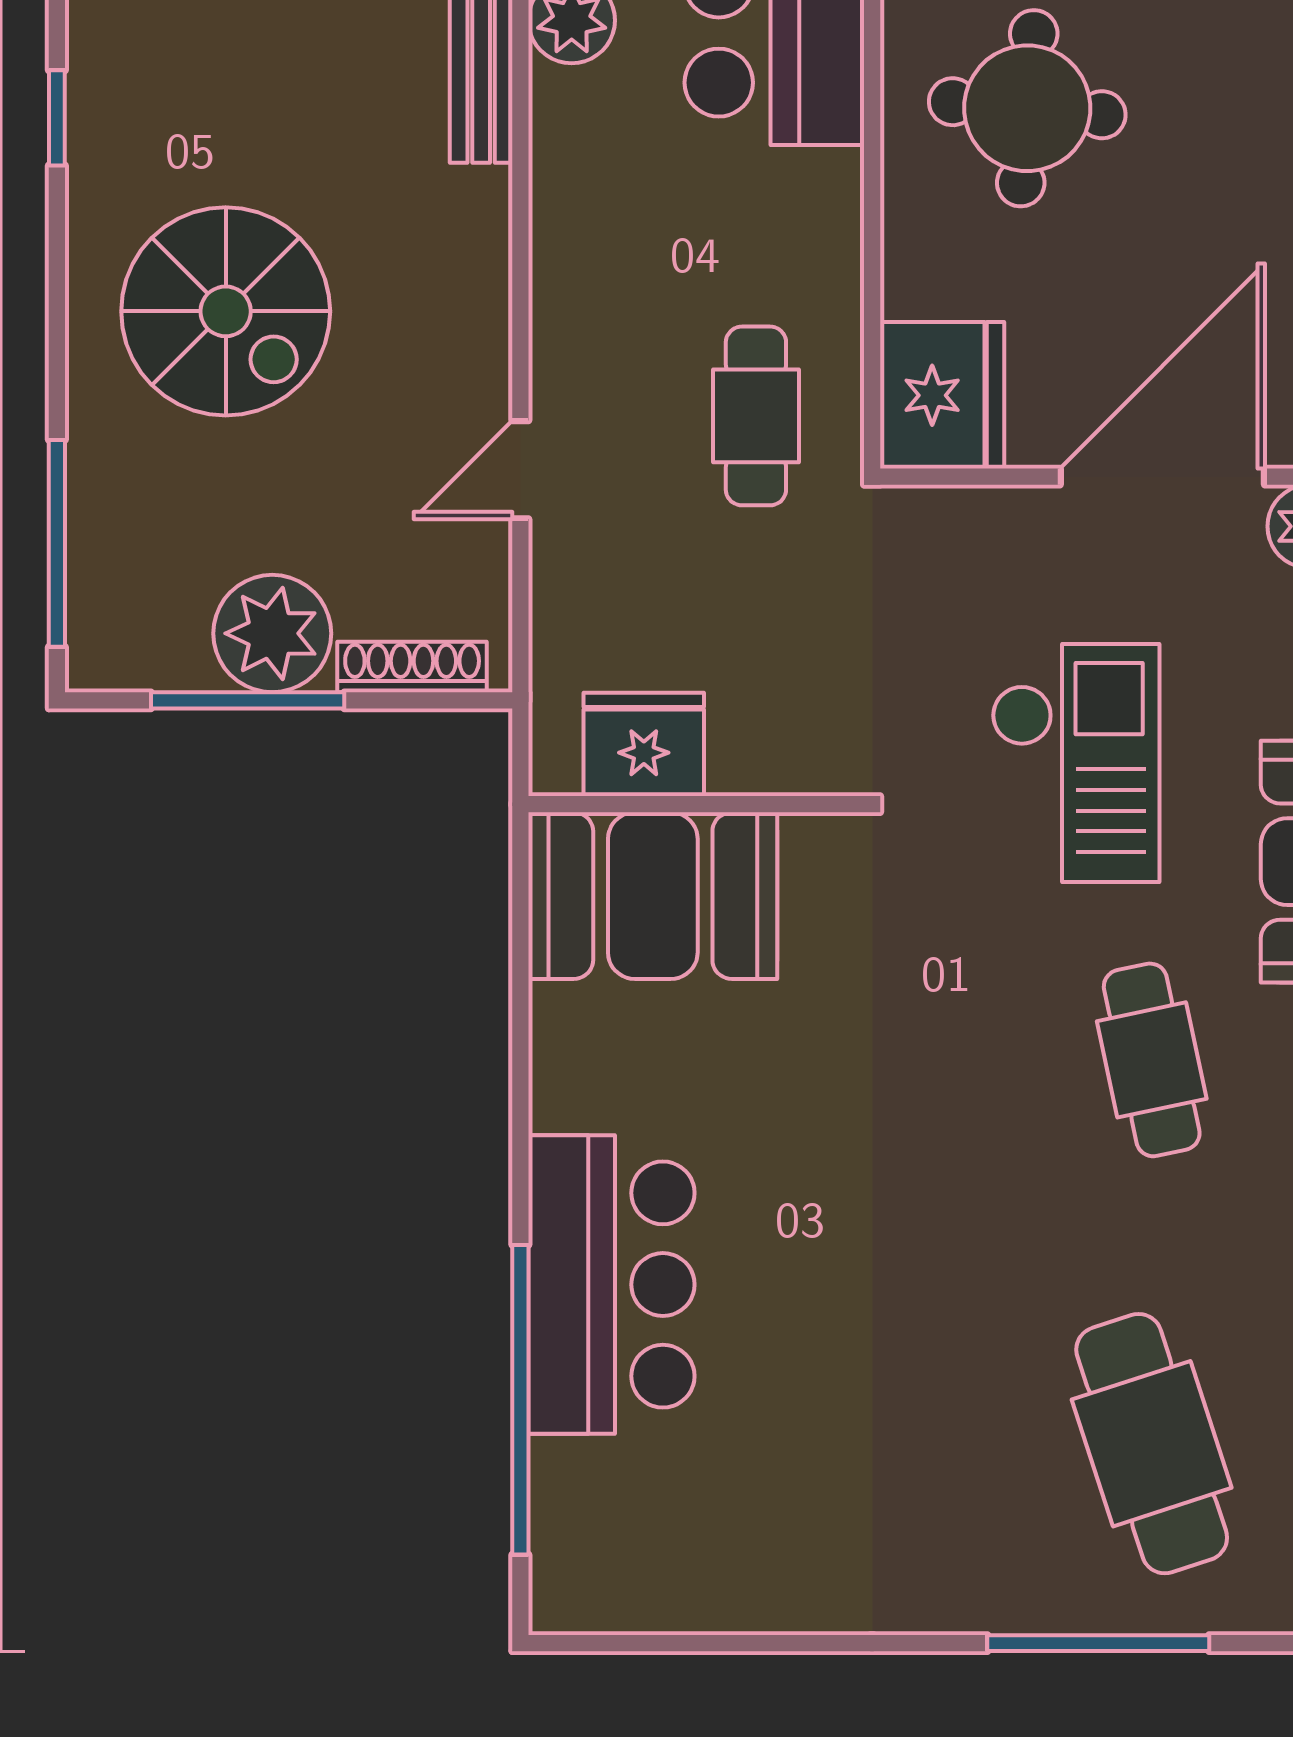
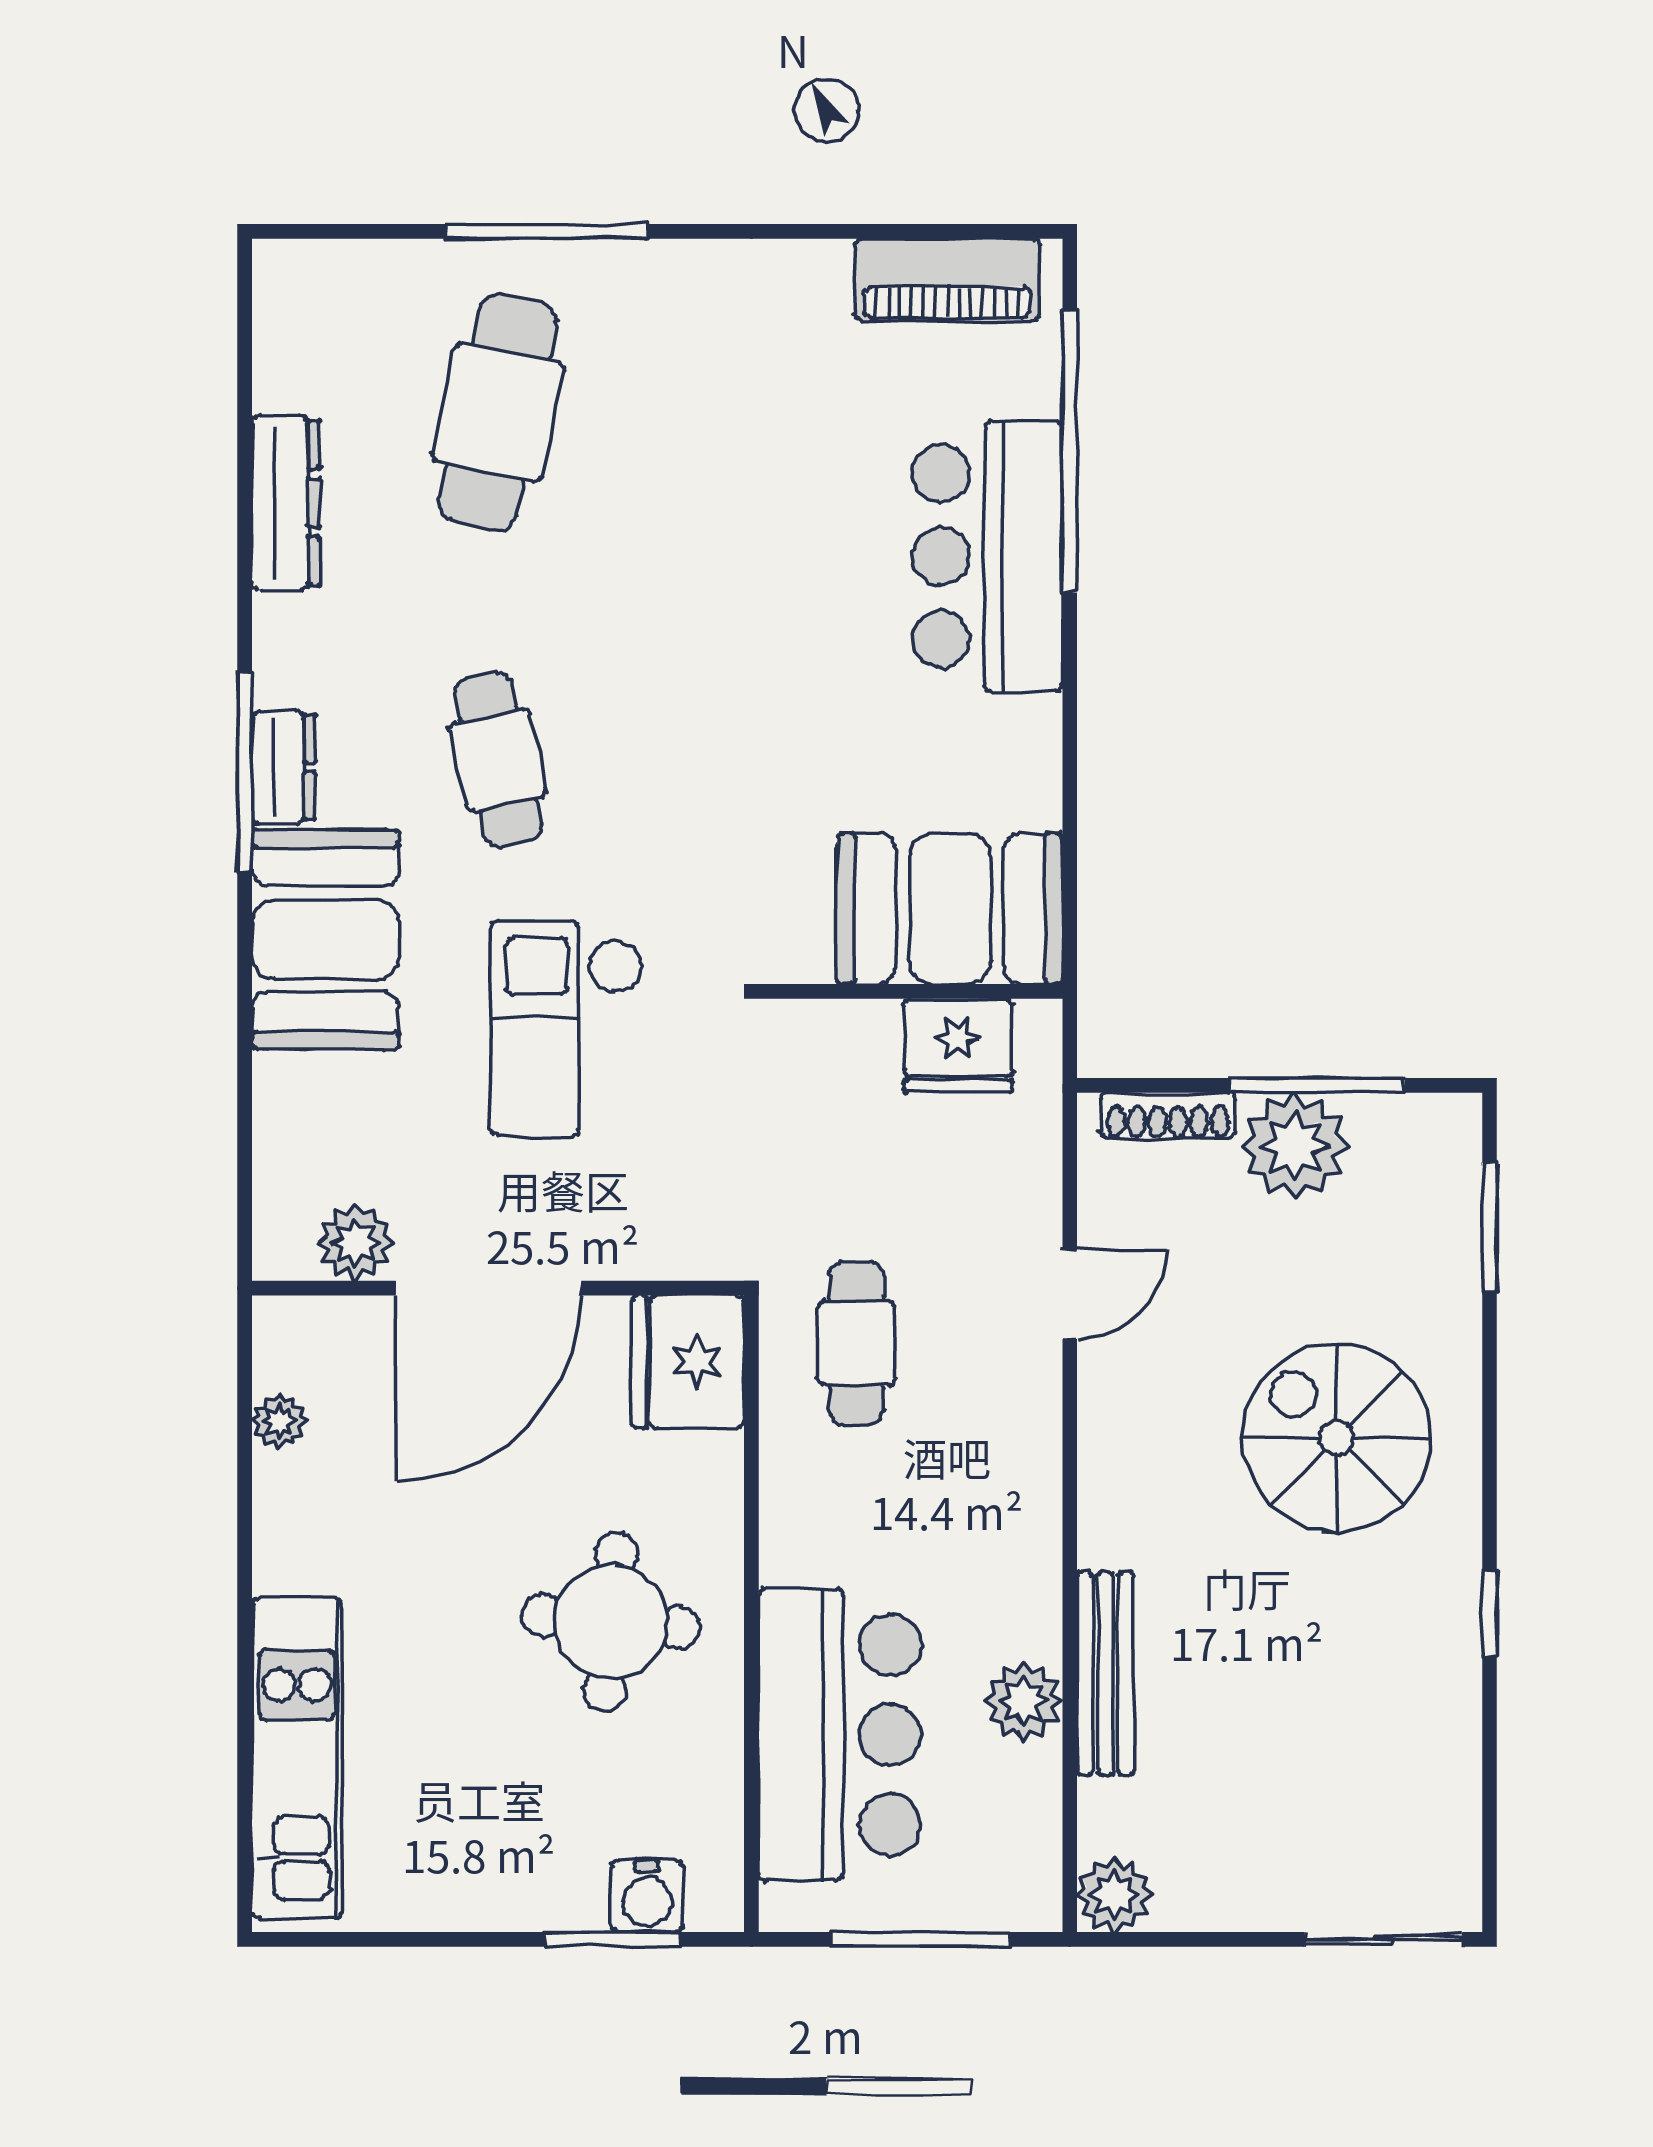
window: (57, 543) -> (1490, 1228), width x0.69
cafe table: (1152, 1444) -> (498, 412), turned 30
piano: (656, 1590) -> (947, 280), added

